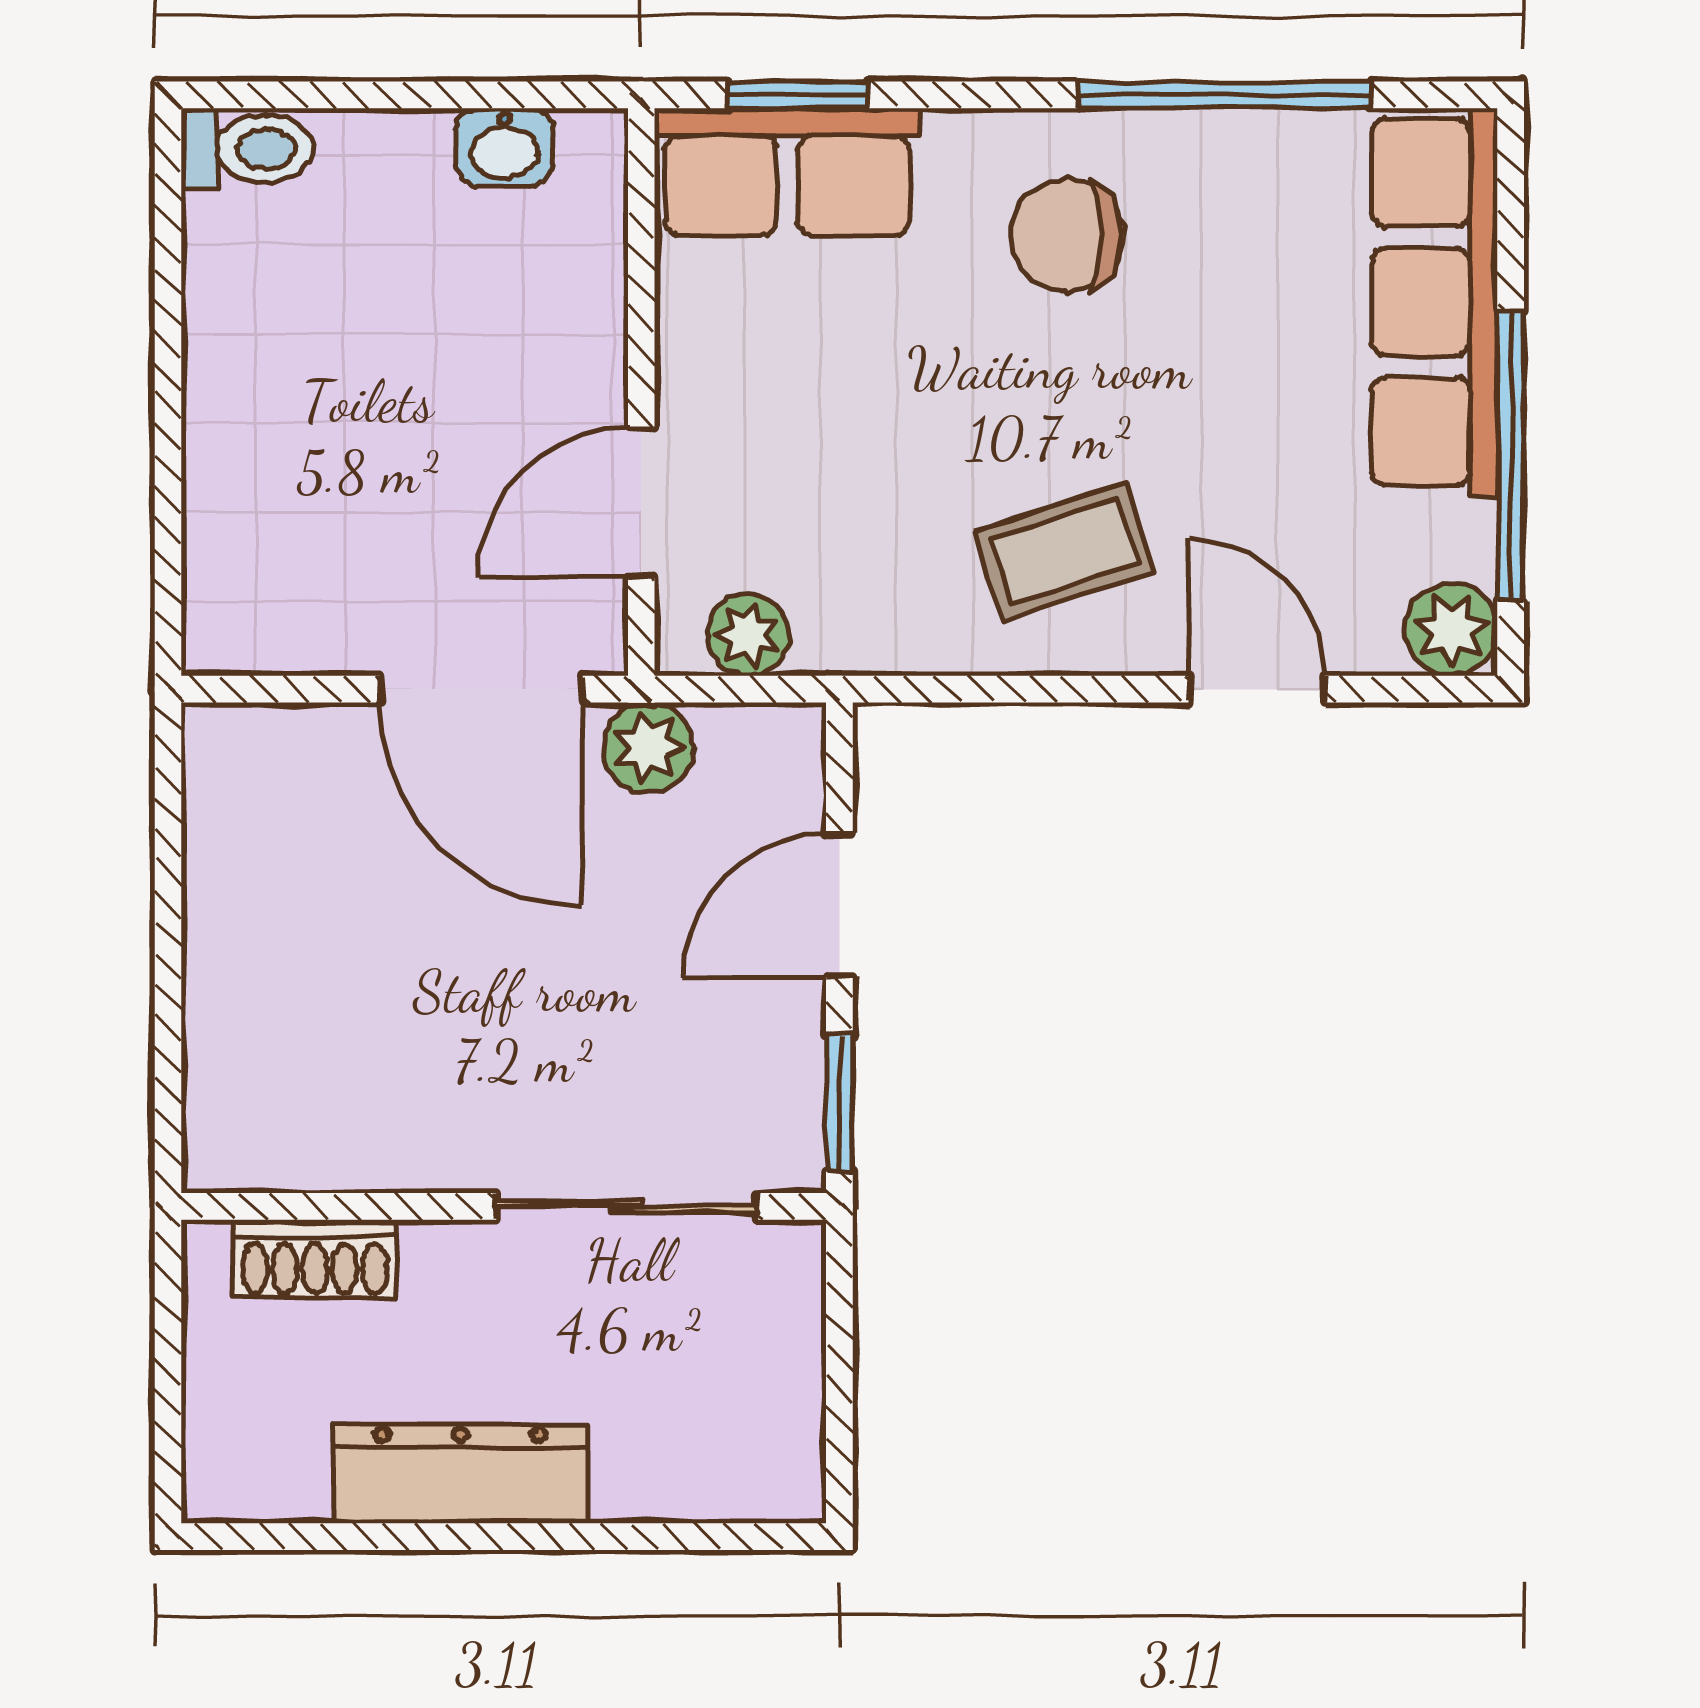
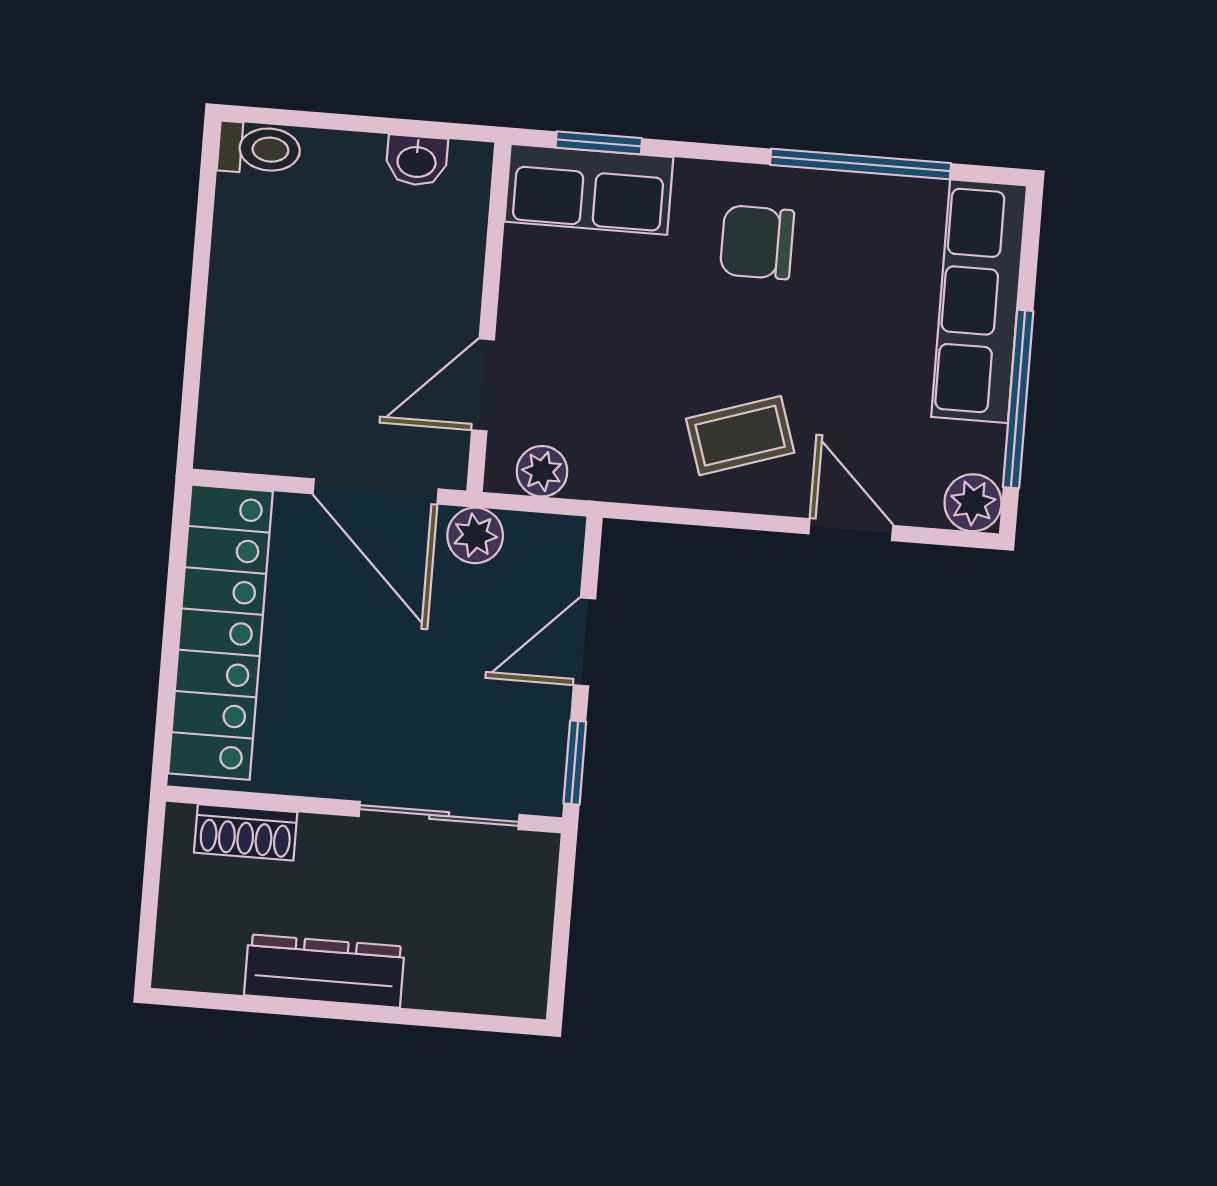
locker: (248, 938) -> (221, 632), added

